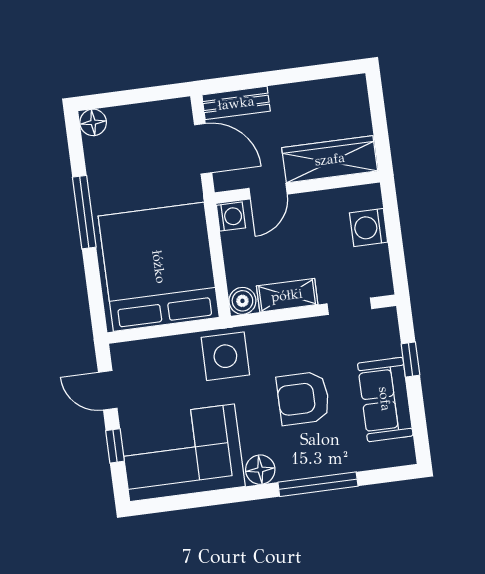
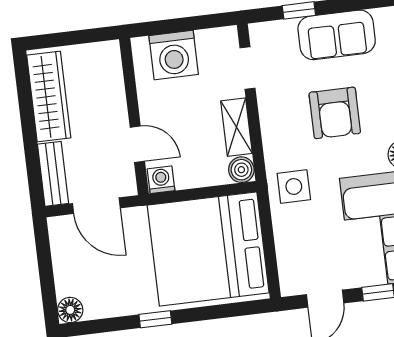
door: (203, 149) -> (96, 206), swing flipped
wardrobe: (330, 159) -> (49, 97), moved, turned 180
window: (84, 212) -> (155, 319), width x0.46
washing machine: (369, 227) -> (174, 55), width x1.37, depth x1.37
side table: (225, 356) -> (294, 186), width x0.73, depth x0.73

